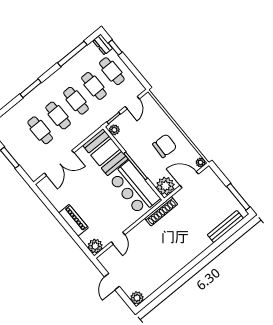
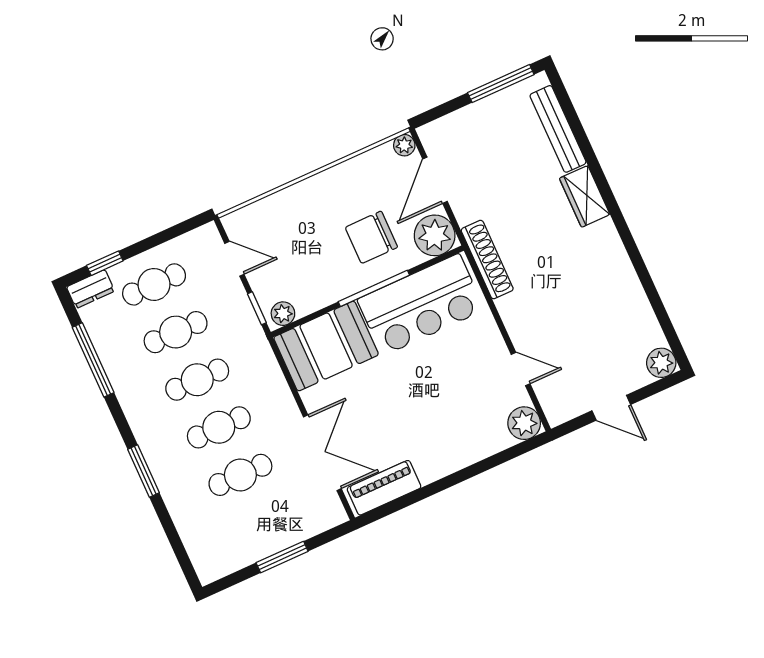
chair: (165, 146) -> (371, 237), moved, turned -93
piano: (73, 220) -> (384, 488), moved
wardrobe: (200, 246) -> (585, 196), added

